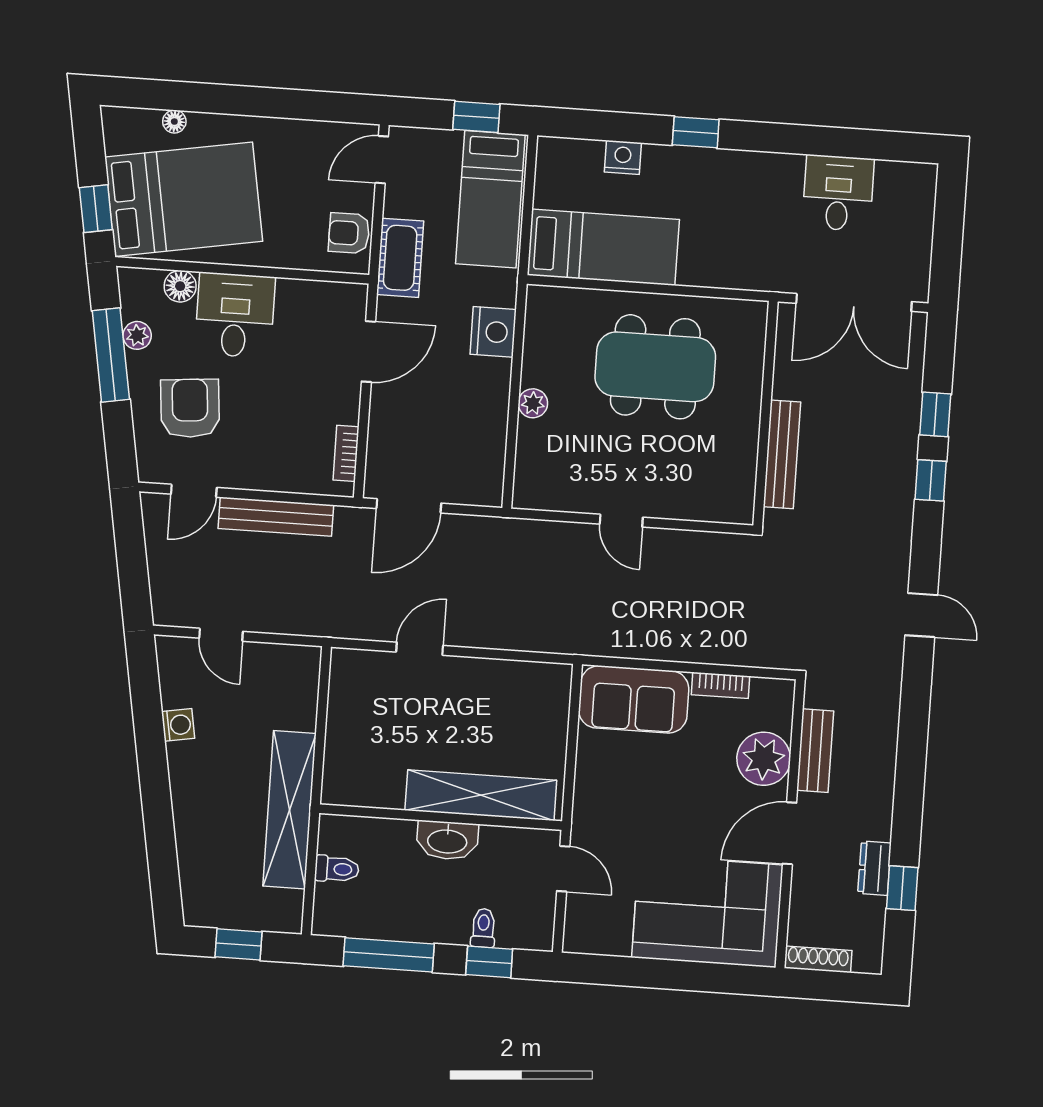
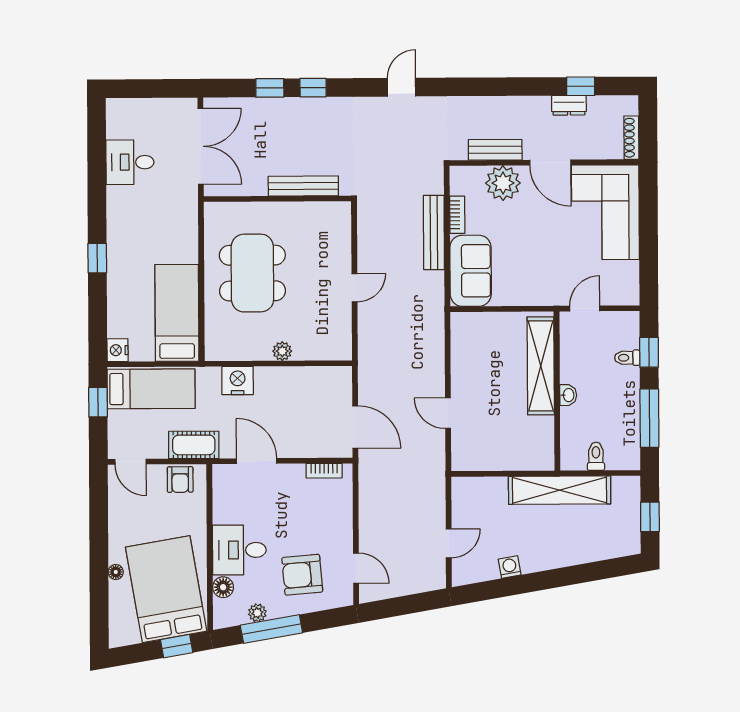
floor lamp: (174, 122) -> (116, 572), moved
nightstand: (623, 157) -> (118, 350), moved
bench: (276, 517) -> (434, 232), moved
washbasin: (447, 840) -> (568, 395), width x0.52, depth x0.69

